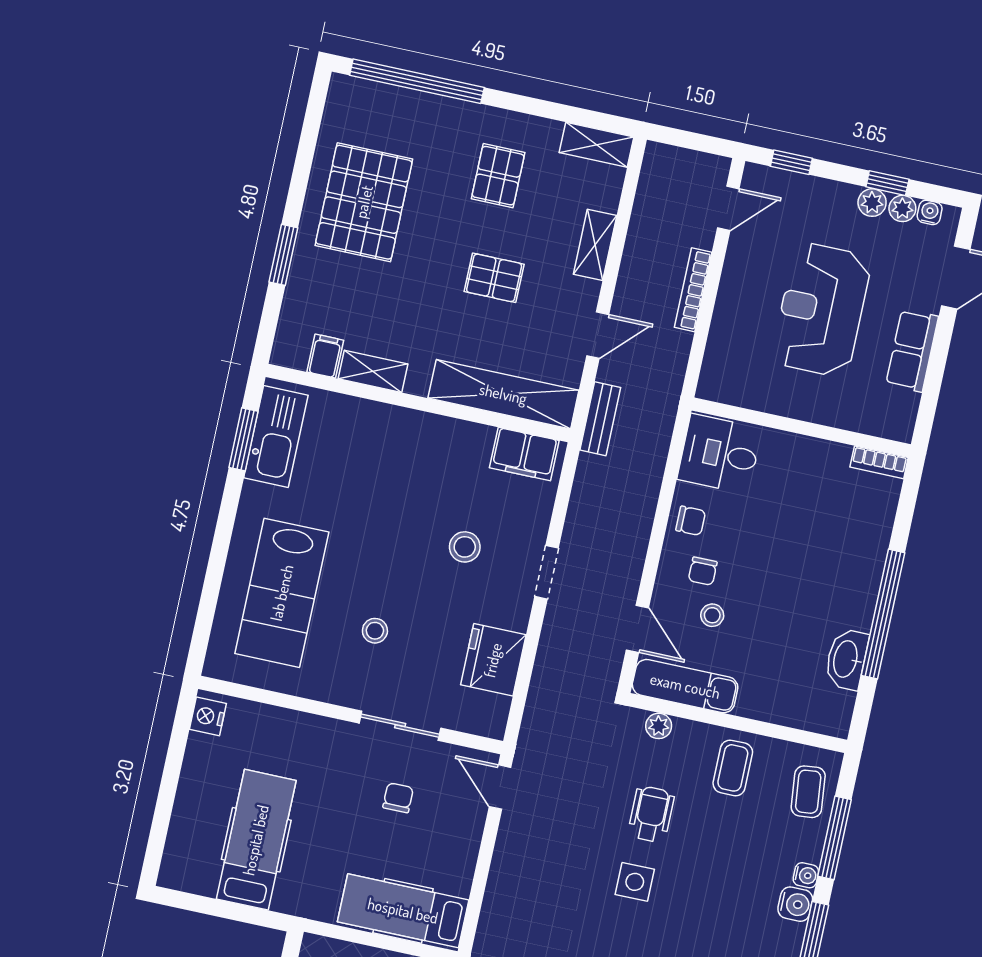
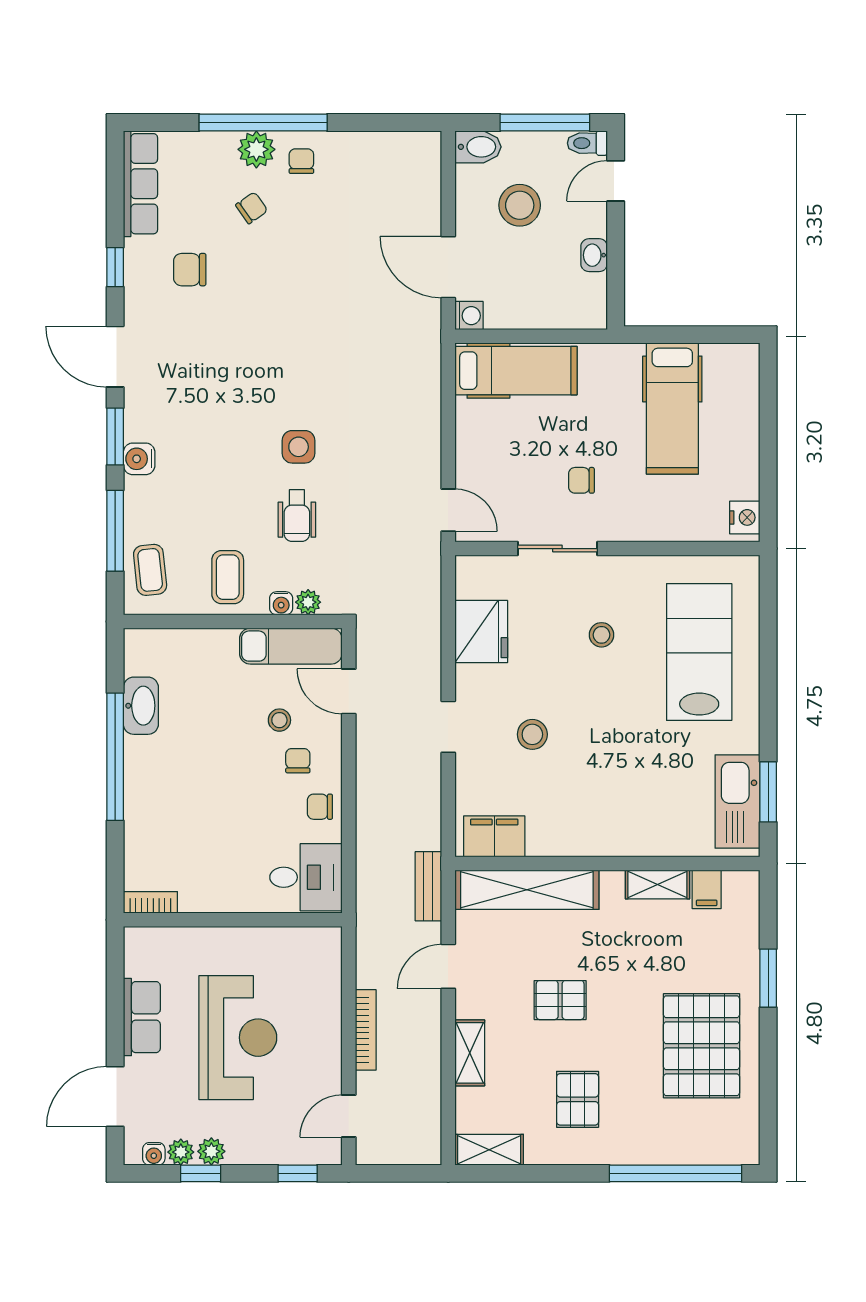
chair: (398, 798) -> (581, 480), moved, turned 90
water cooler: (806, 875) -> (281, 603), moved, turned -90

